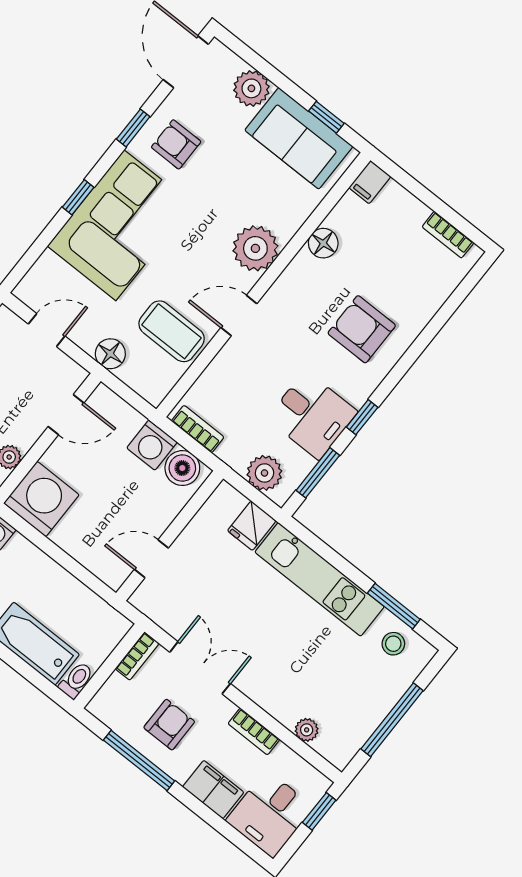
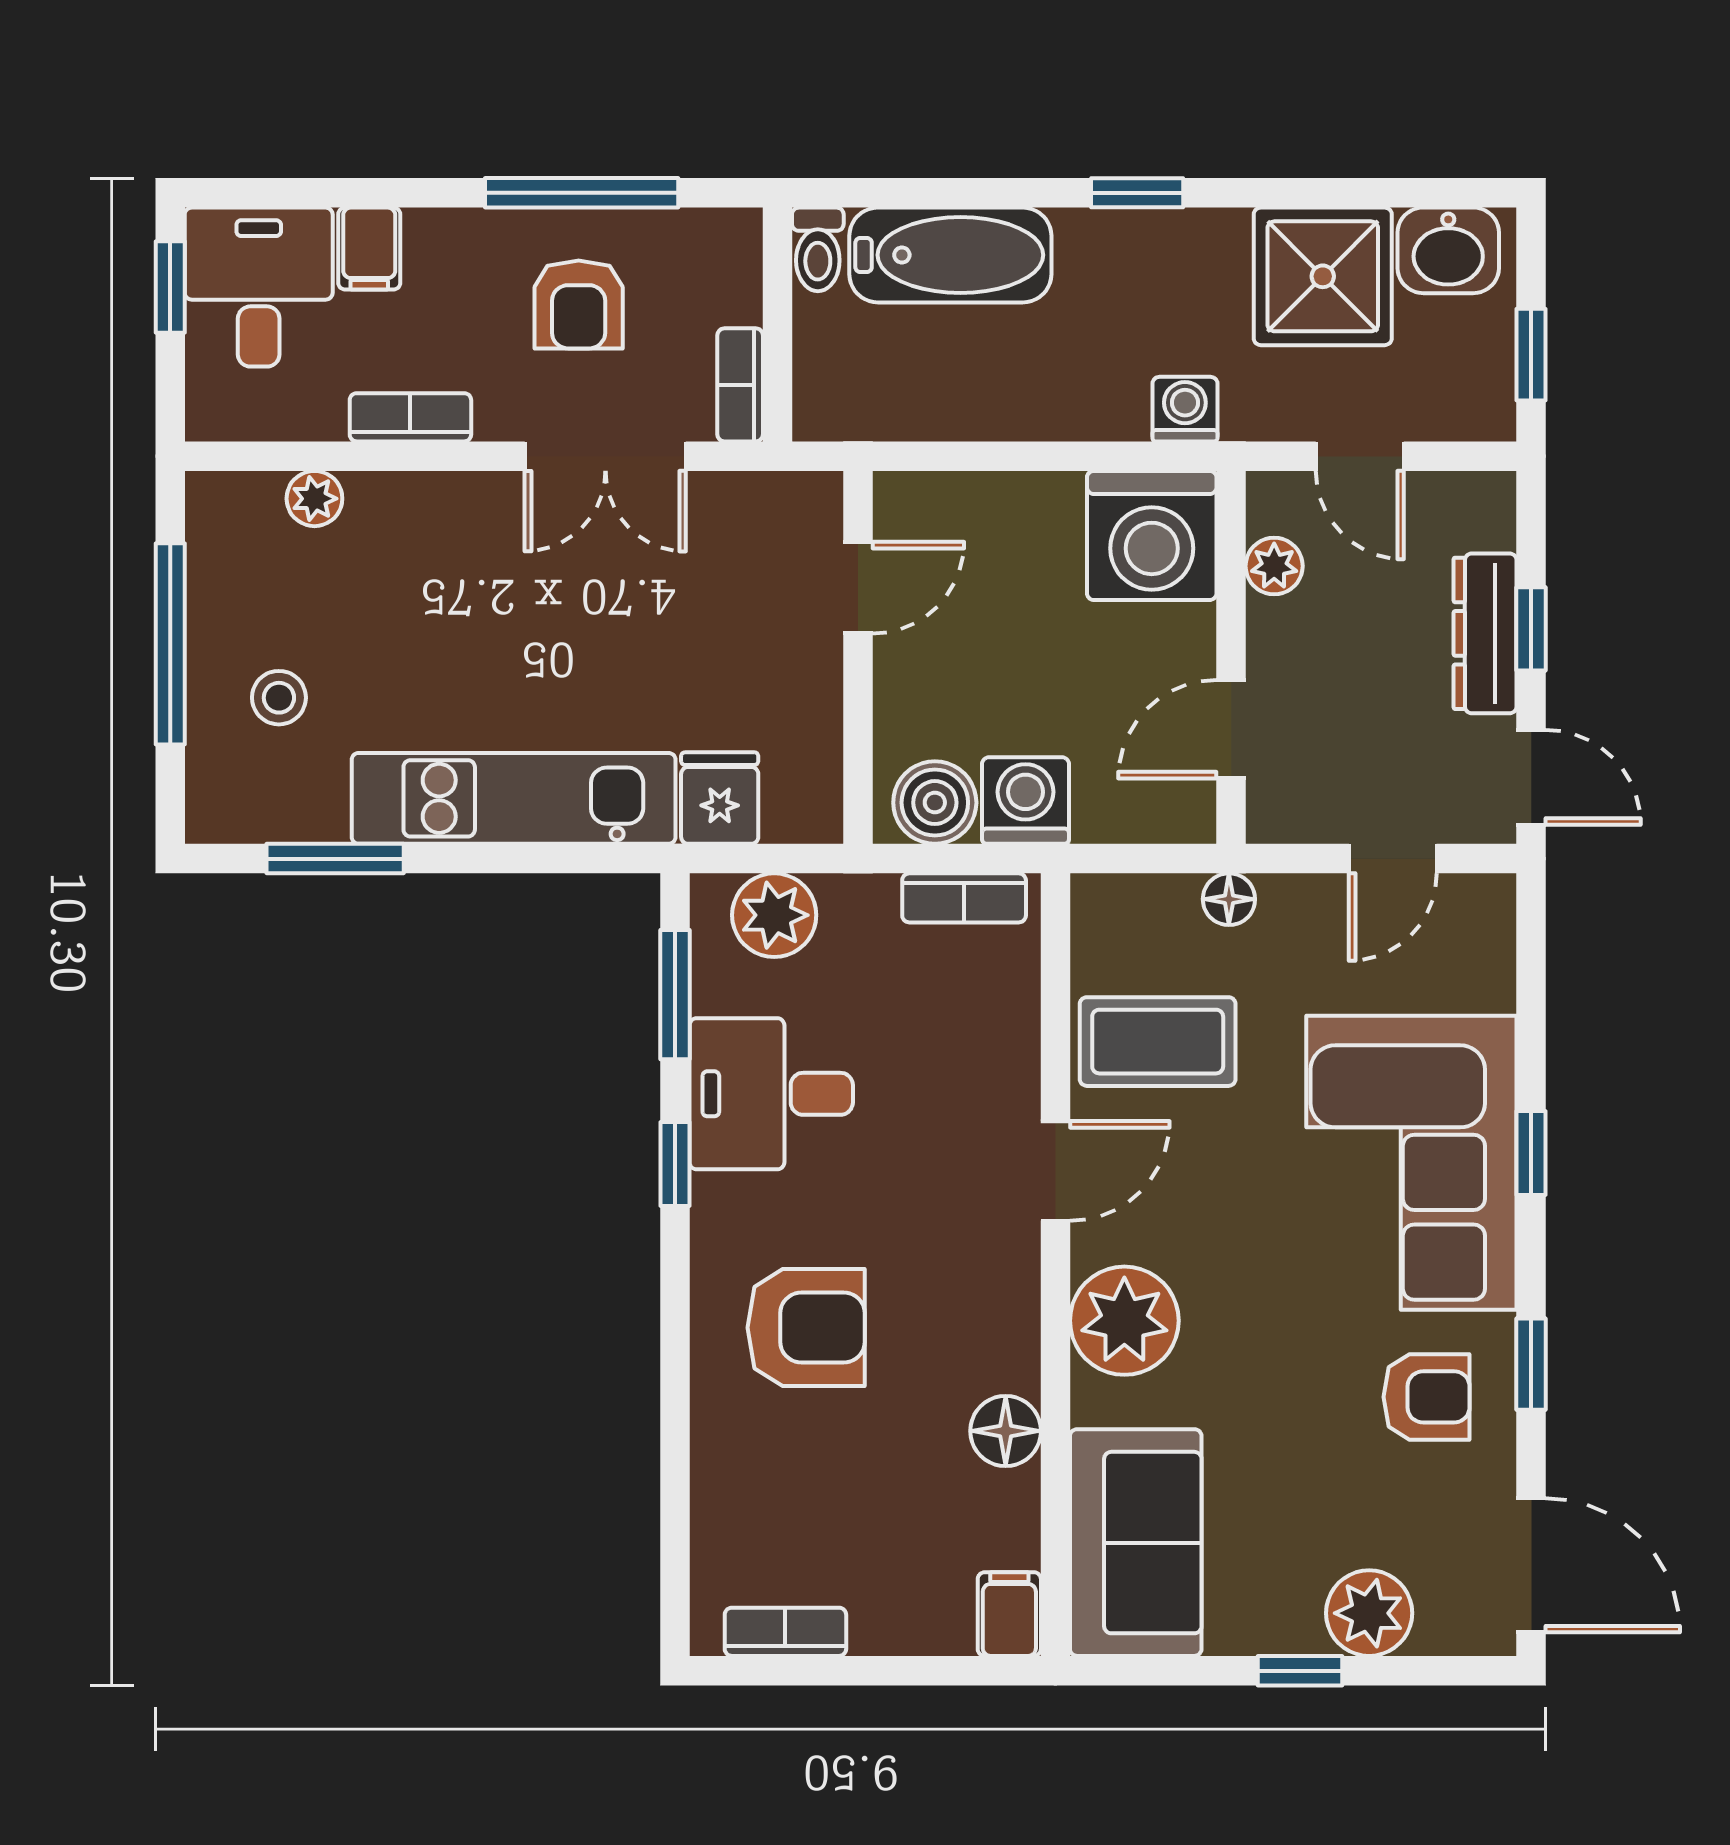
window: (326, 117) -> (1300, 1671), moved
sofa: (299, 138) -> (1136, 1543), moved, turned 90
floor lamp: (110, 354) -> (1229, 899), width x0.73, depth x0.73
stool: (393, 644) -> (279, 698), moved
filing cabinet: (213, 790) -> (369, 249), width x0.50
window: (319, 811) -> (170, 287), moved

